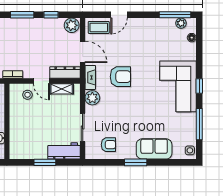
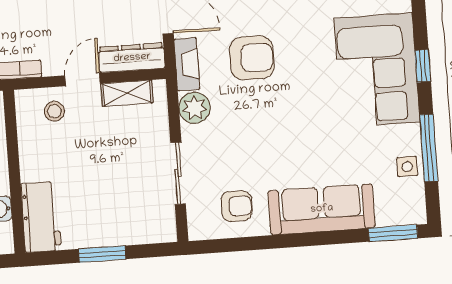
door: (41, 81) -> (82, 79), swing flipped
sofa: (154, 149) -> (322, 209), width x1.36
side table: (190, 150) -> (407, 167), moved
workbench: (64, 151) -> (41, 217), moved, turned 90
window: (136, 162) -> (393, 233), moved

